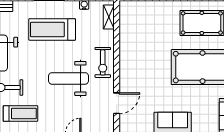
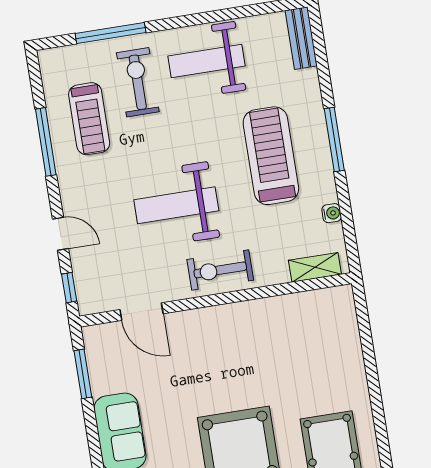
weight bench: (68, 78) -> (176, 205), turned -90

